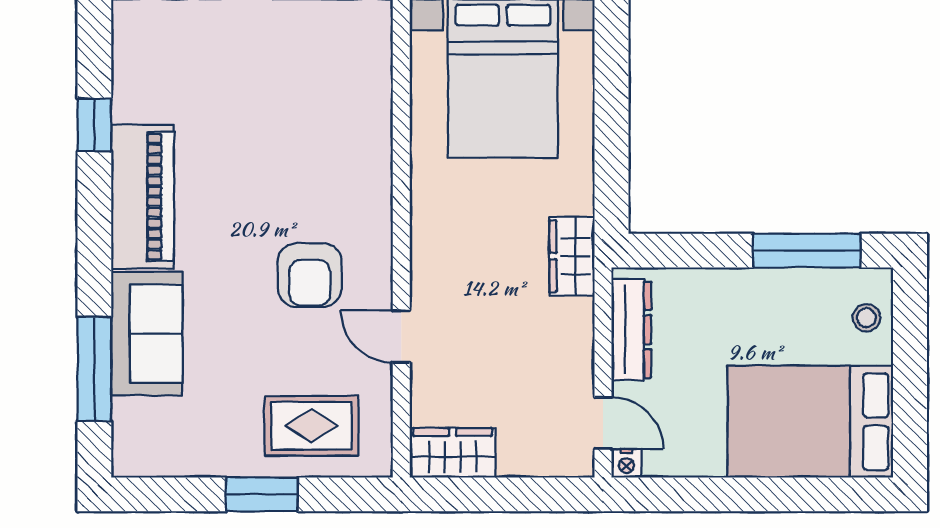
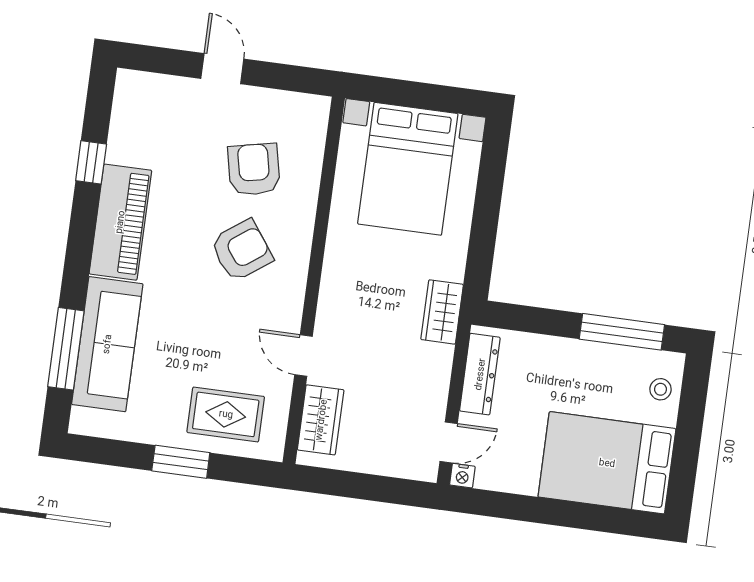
armchair: (305, 106) -> (254, 169), added
armchair: (310, 275) -> (242, 250), moved, turned -126
sofa: (147, 334) -> (107, 344), width x1.36
door: (603, 423) -> (449, 442), hinge flipped
wardrobe: (453, 453) -> (321, 420), moved, turned 90

